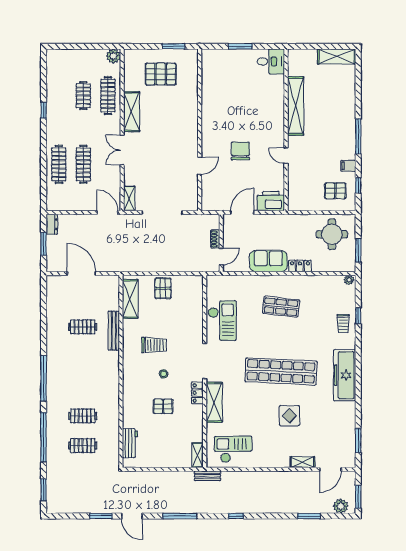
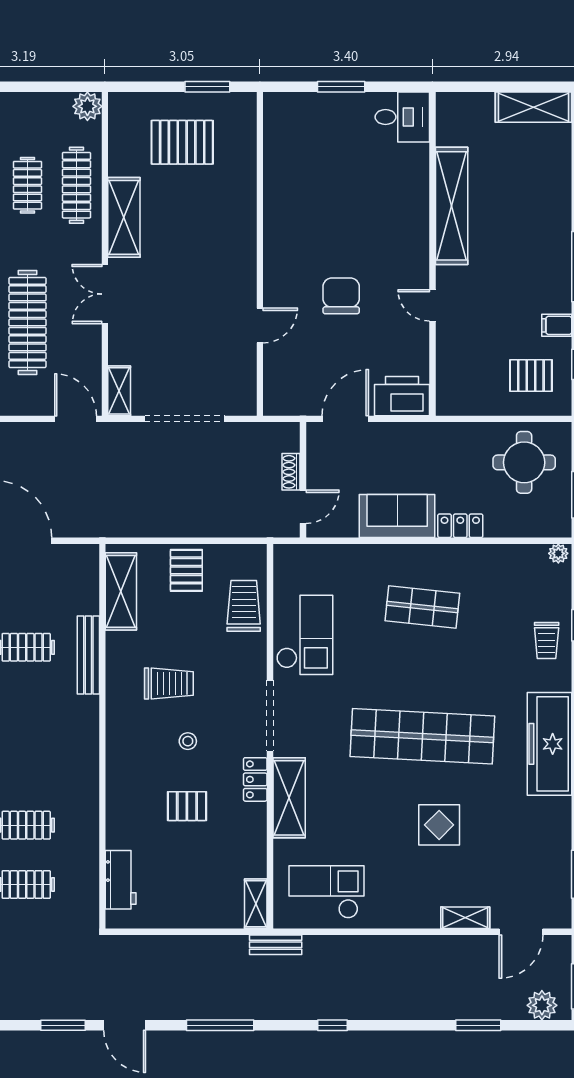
clothes rail: (83, 164) -> (27, 322), width x1.37, depth x1.31
trolley: (192, 306) -> (244, 606), added

